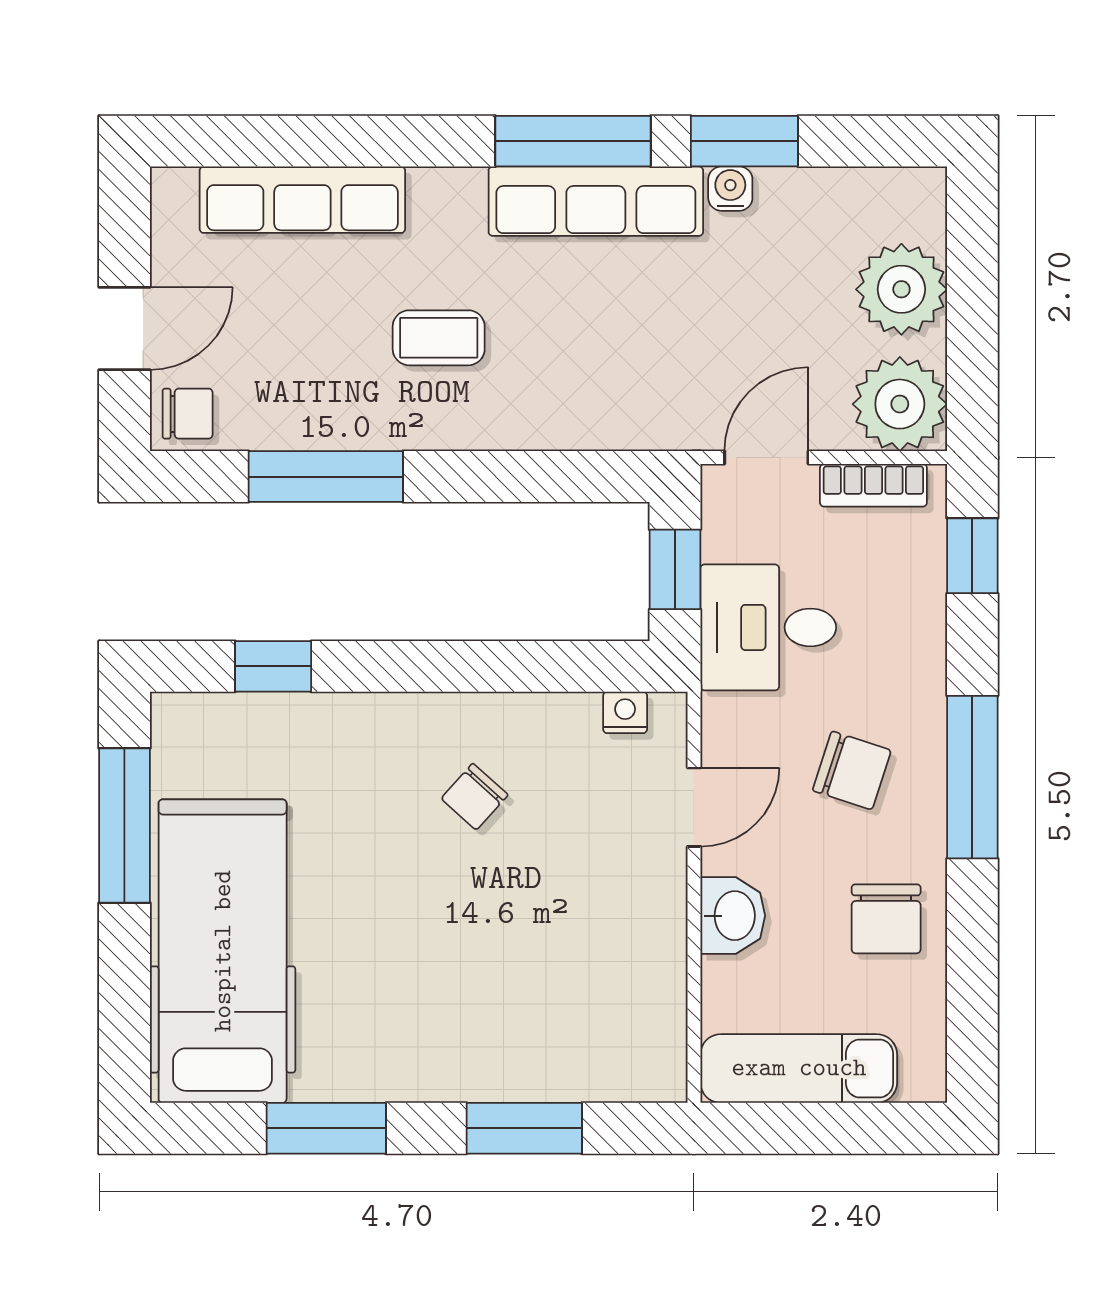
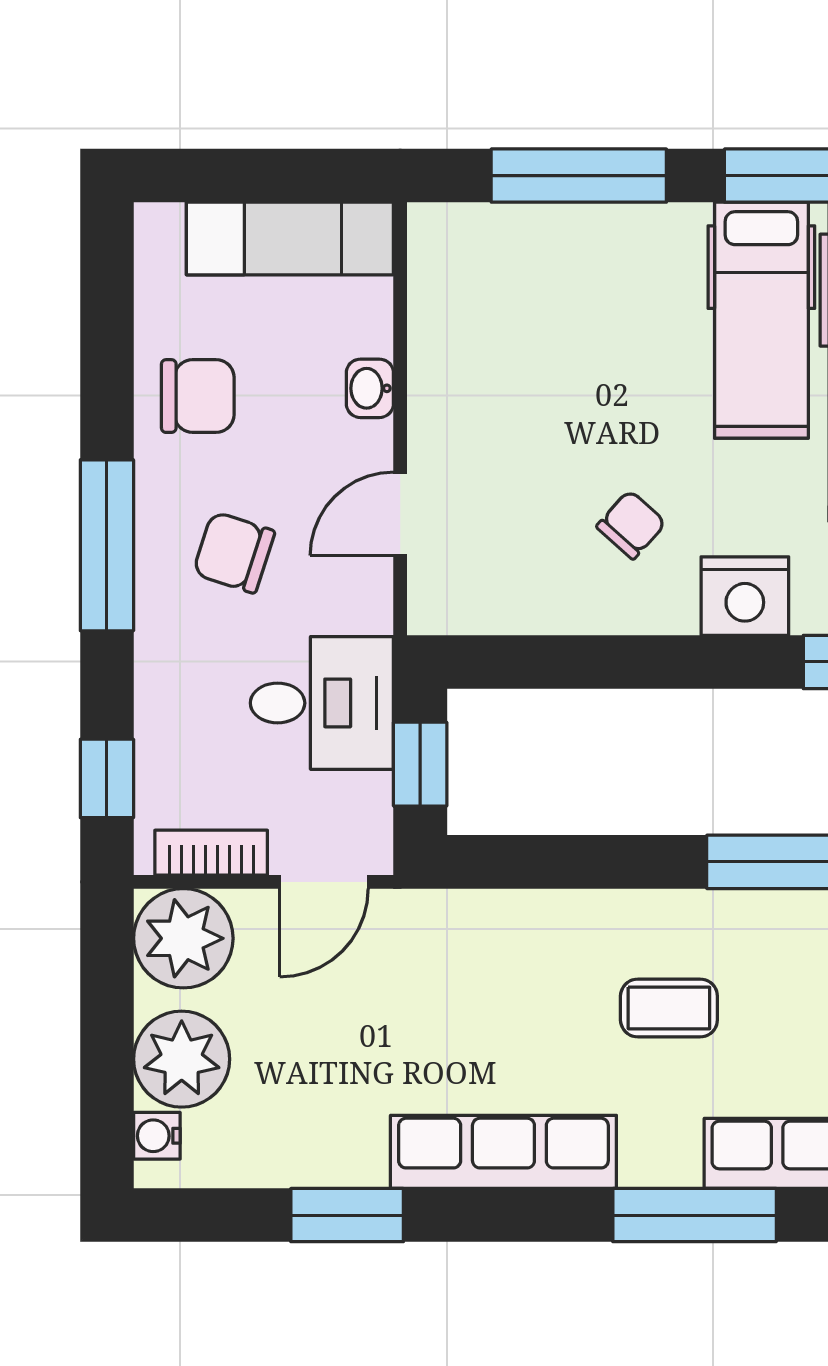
window: (573, 141) -> (695, 1215), moved
water cooler: (730, 189) -> (157, 1136), moved, turned 90
nightstand: (625, 712) -> (745, 596), moved, width x1.89, depth x1.79
washbasin: (733, 916) -> (370, 388), width x0.72, depth x0.69
chair: (886, 919) -> (198, 396), turned 90
hospital bed: (351, 991) -> (761, 320), added
window: (524, 1128) -> (579, 176), width x1.44

